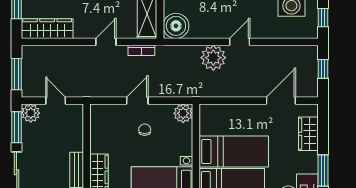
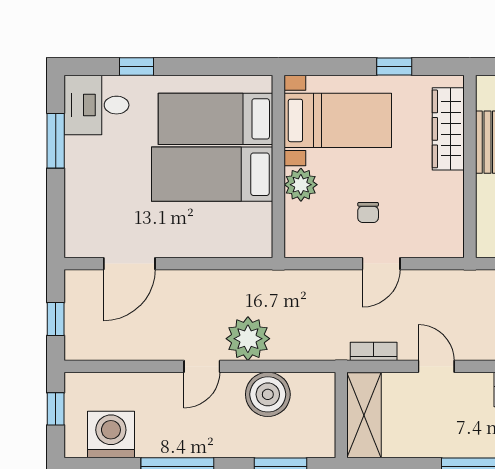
boiler: (176, 26) -> (268, 394), moved
door: (106, 42) -> (436, 366), swing flipped
plant: (183, 113) -> (301, 185), moved
wardrobe: (308, 134) -> (81, 205), removed

